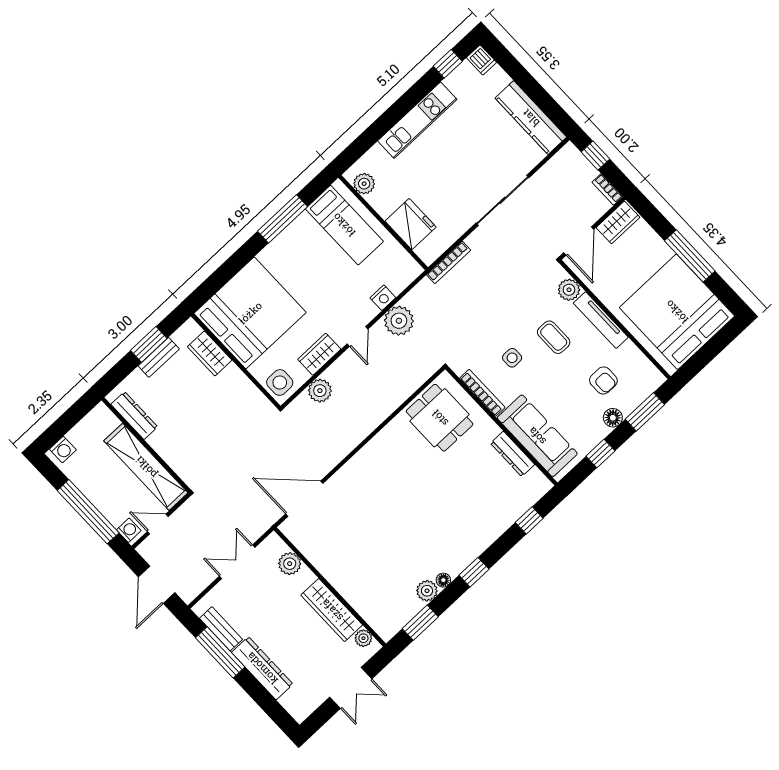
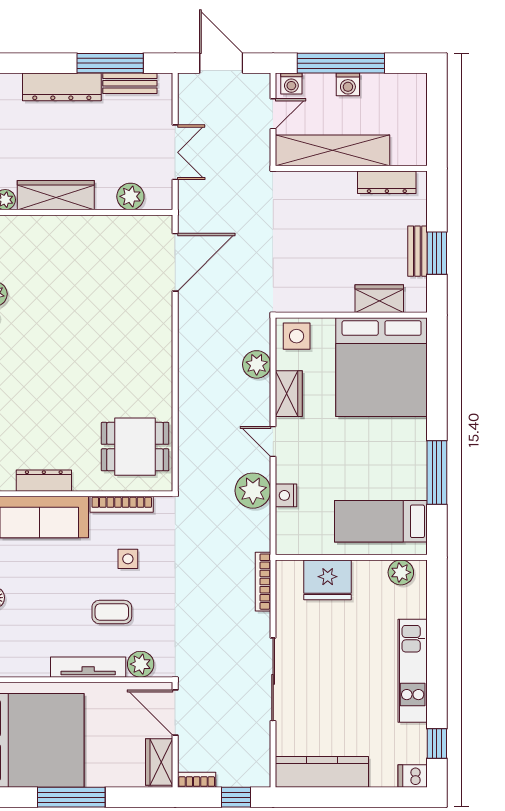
armchair: (603, 380) -> (33, 620), removed
washing machine: (63, 450) -> (348, 84), moved, turned -90

